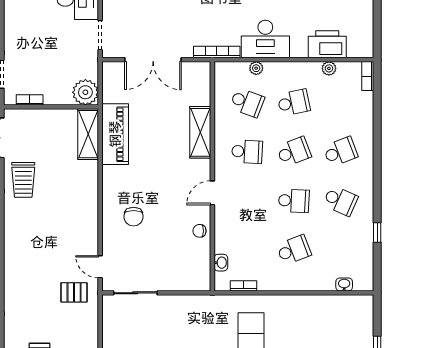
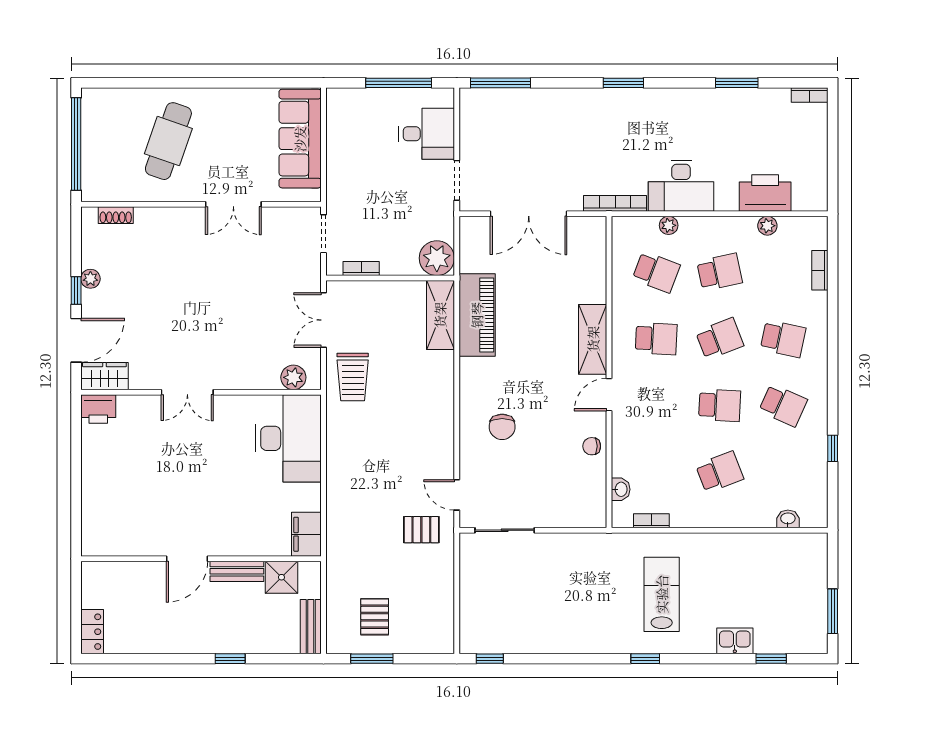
bookcase: (368, 76) -> (820, 270), moved
shelving: (200, 132) -> (593, 339), moved
school desk: (340, 152) -> (783, 339), turned 33

